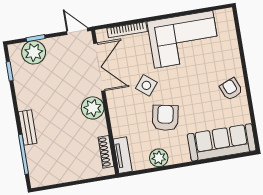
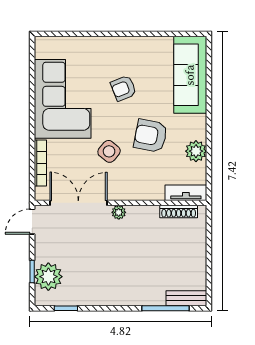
armchair: (231, 89) -> (123, 88), moved
plant: (93, 108) -> (119, 212), width x0.53, depth x0.53
bench: (28, 128) -> (186, 298), moved

